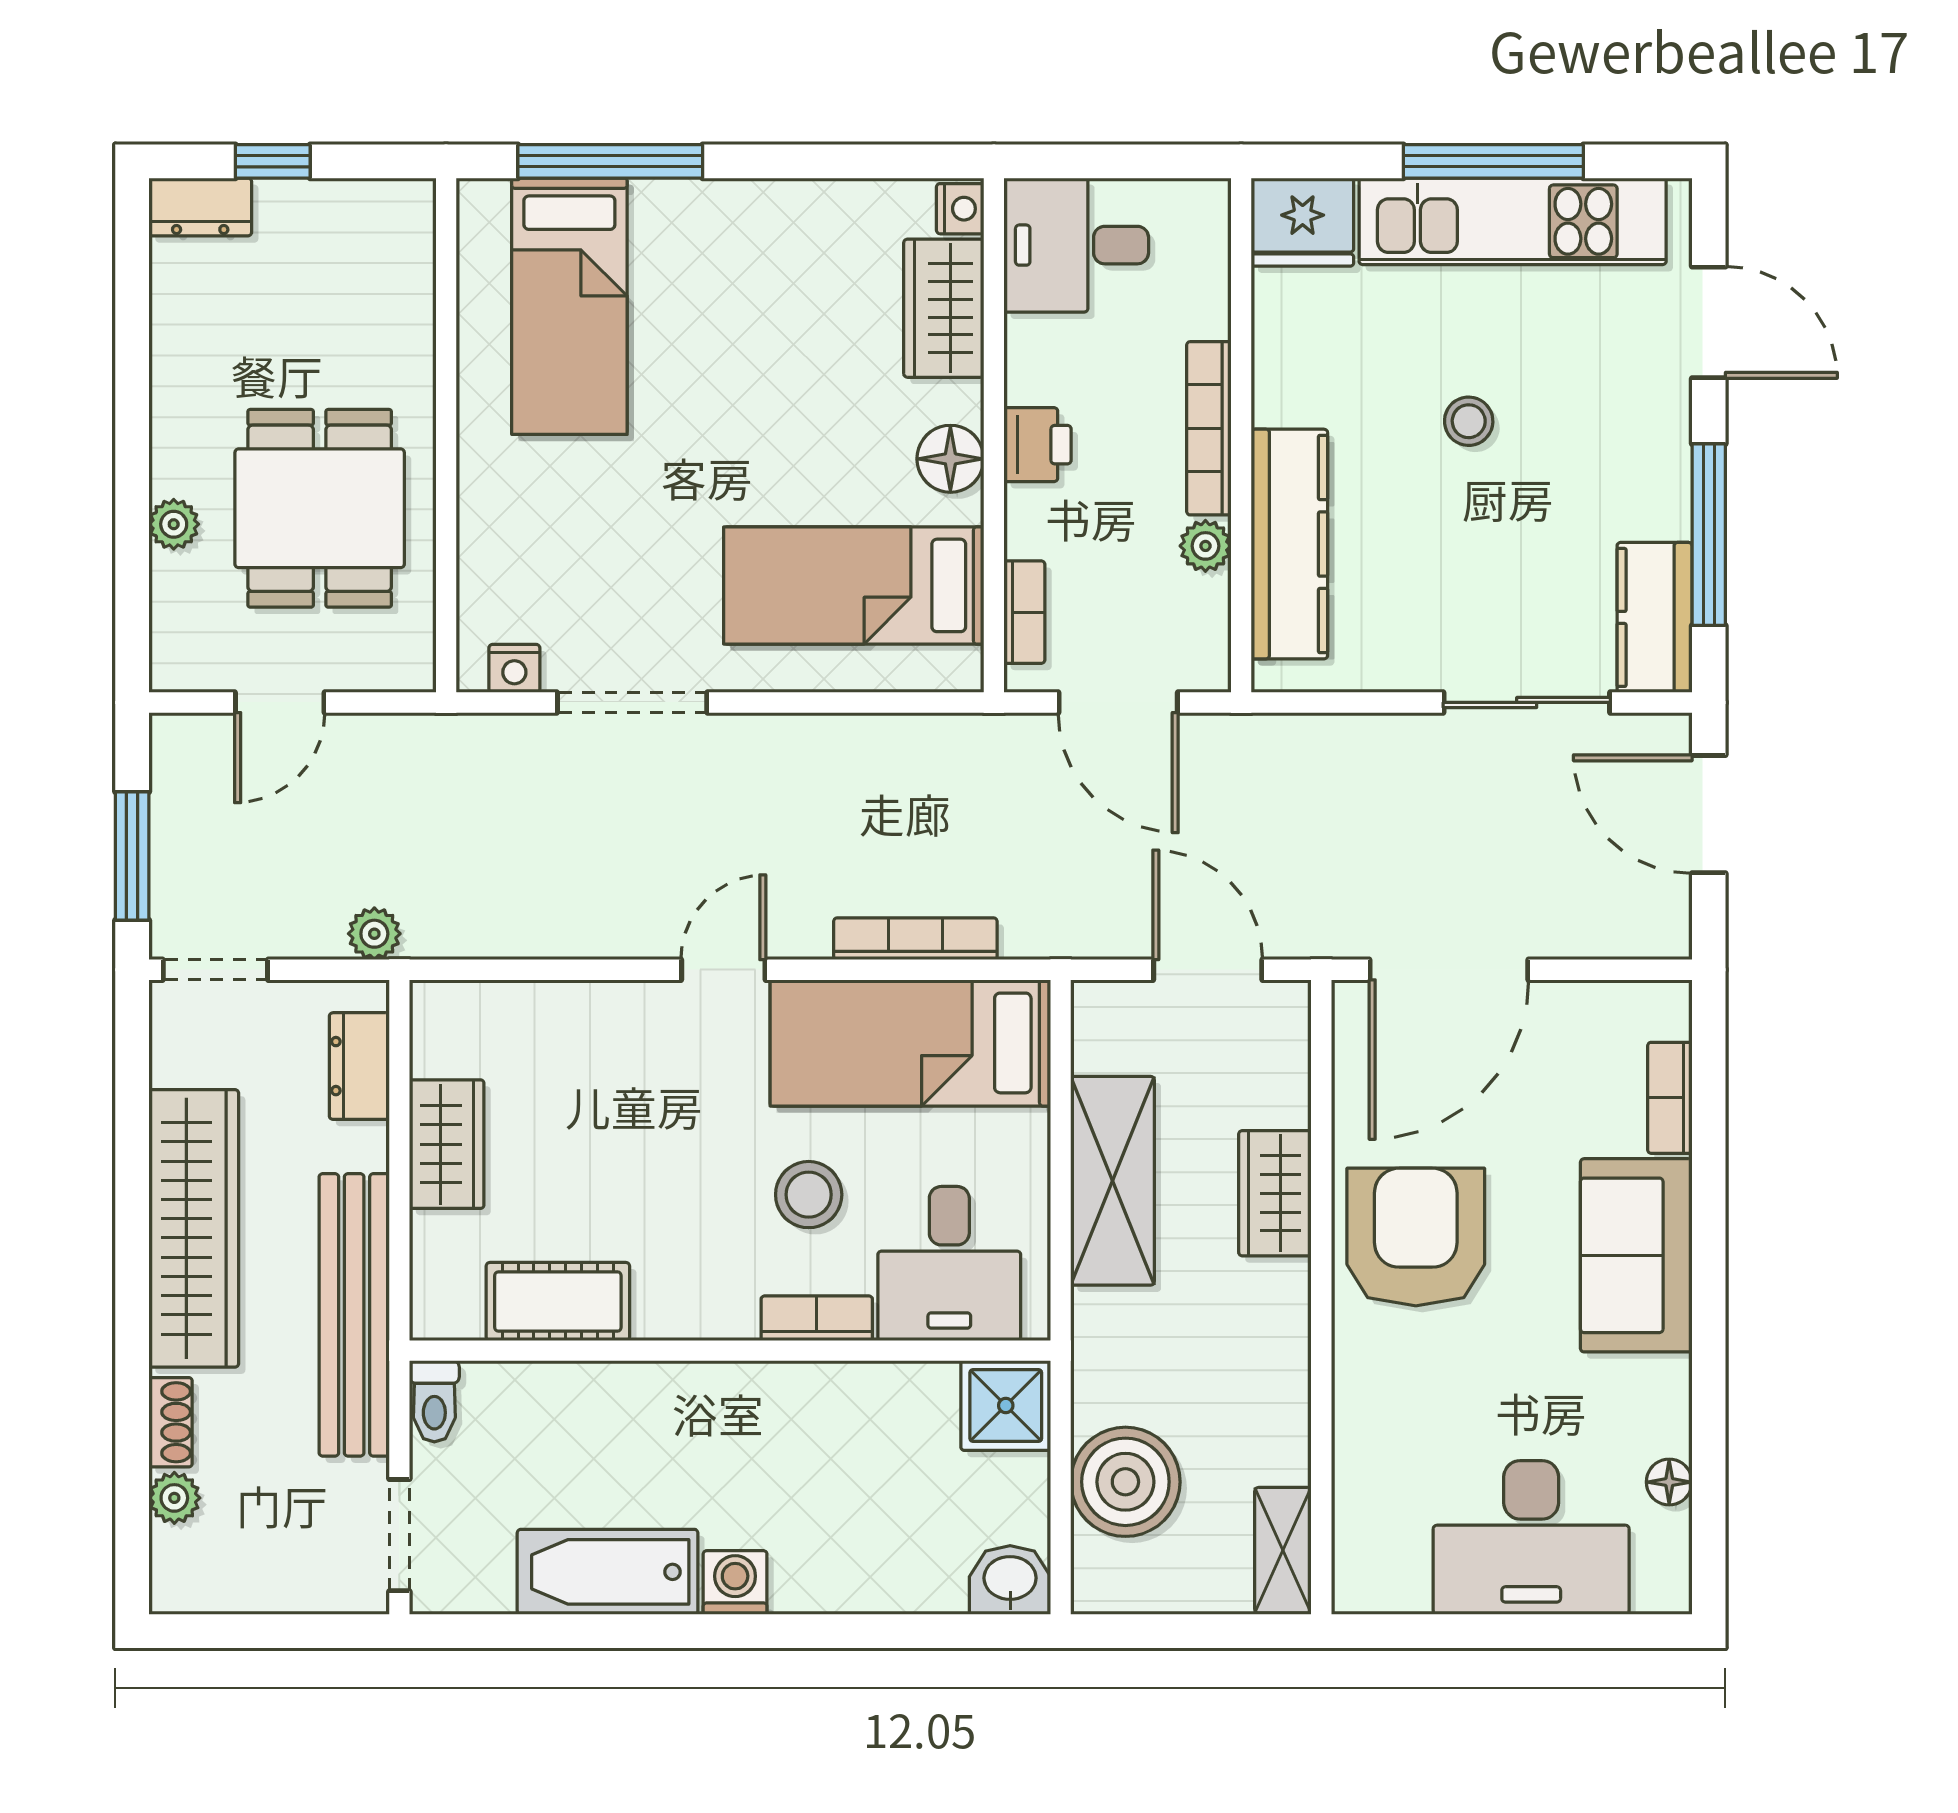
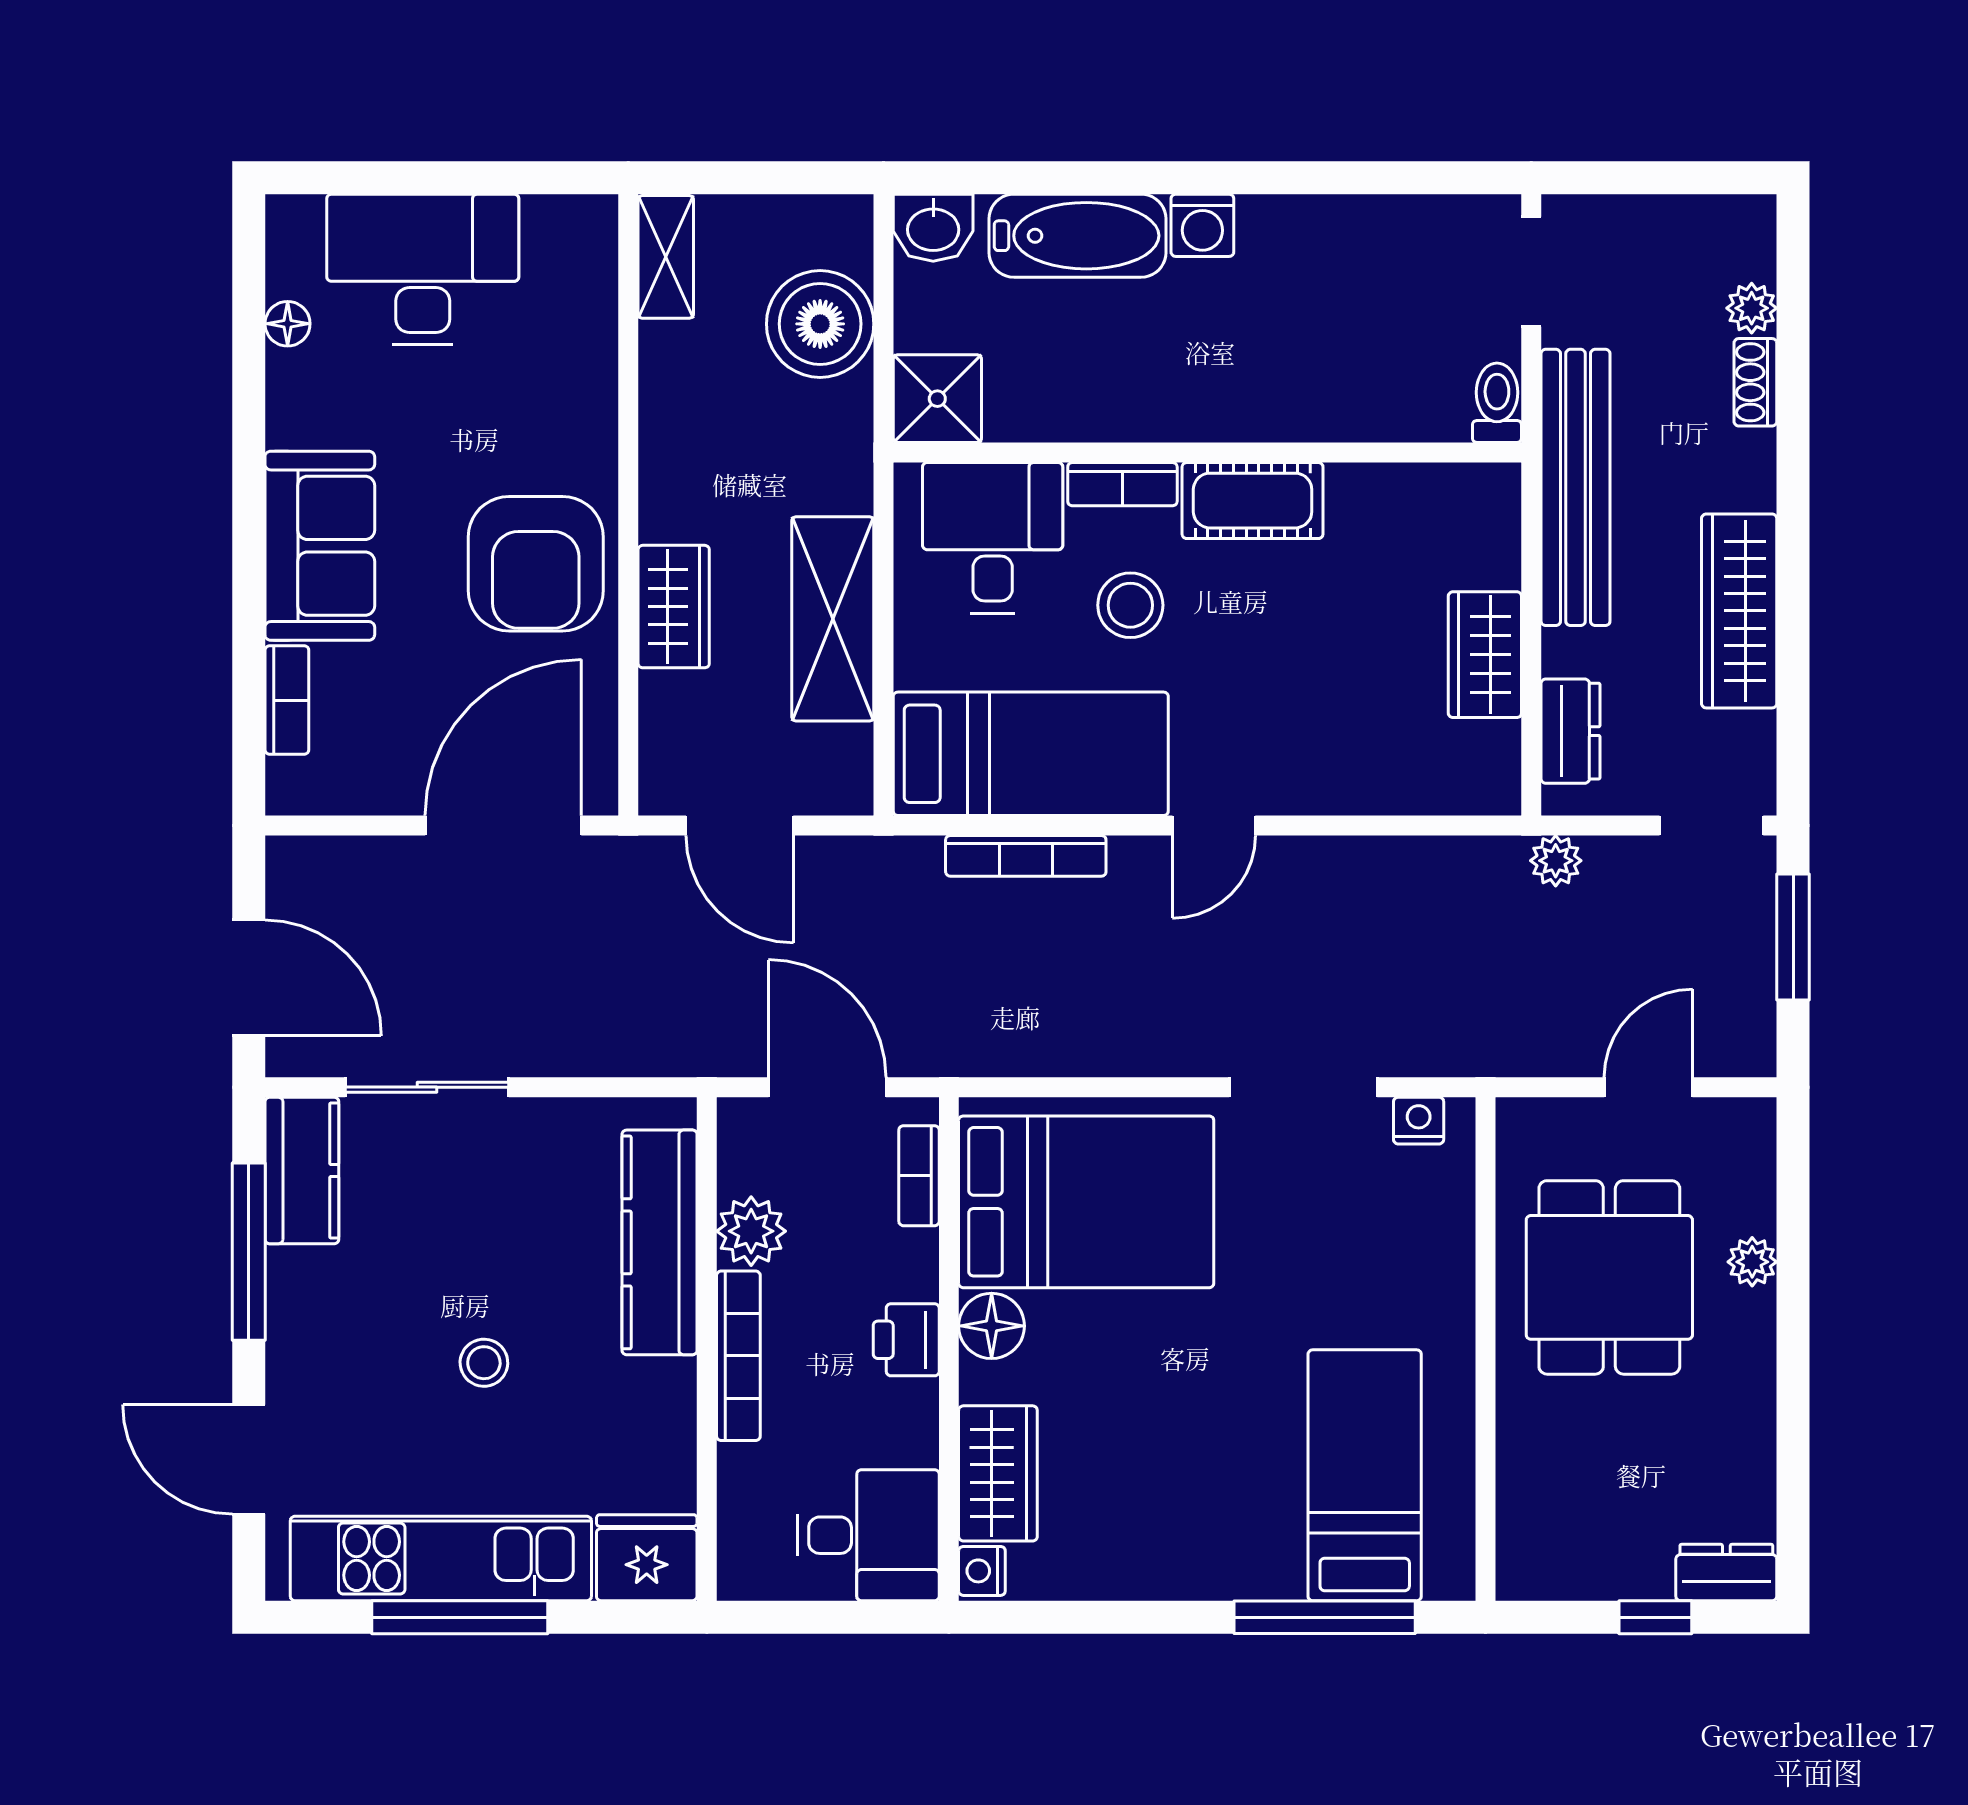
plant: (1205, 546) -> (751, 1231), width x1.38, depth x1.38
bed: (854, 585) -> (1086, 1202), width x1.50
wardrobe: (194, 1228) -> (1739, 611), width x0.71, depth x0.85
cot: (558, 1302) -> (1253, 501), moved
bathtub: (608, 1572) -> (1077, 236), moved

